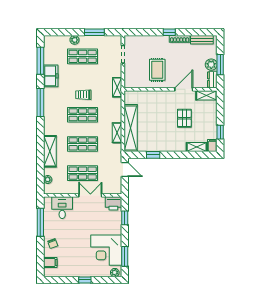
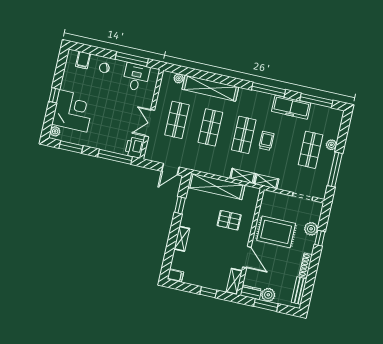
window: (94, 32) -> (335, 170), width x1.44
window: (169, 32) -> (320, 238), moved
plant: (148, 41) -> (311, 229), added
rug: (157, 70) -> (276, 232), width x1.36, depth x1.43
freezer: (51, 76) -> (291, 107), width x1.40
pallet: (184, 118) -> (229, 220), moved
window: (220, 132) -> (208, 292), moved
shelving: (117, 133) -> (243, 176), moved
shelving: (197, 147) -> (182, 239), moved
shelving: (50, 151) -> (210, 88), width x1.47
double door: (90, 195) -> (150, 123), swing flipped
desk: (62, 208) -> (136, 77), moved, turned -90
window: (125, 218) -> (115, 157), width x2.17
corner desk: (106, 250) -> (73, 111), moved, turned 90

